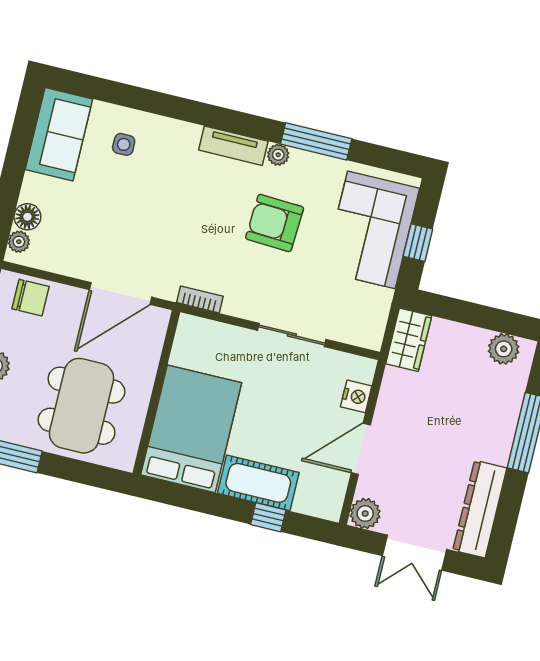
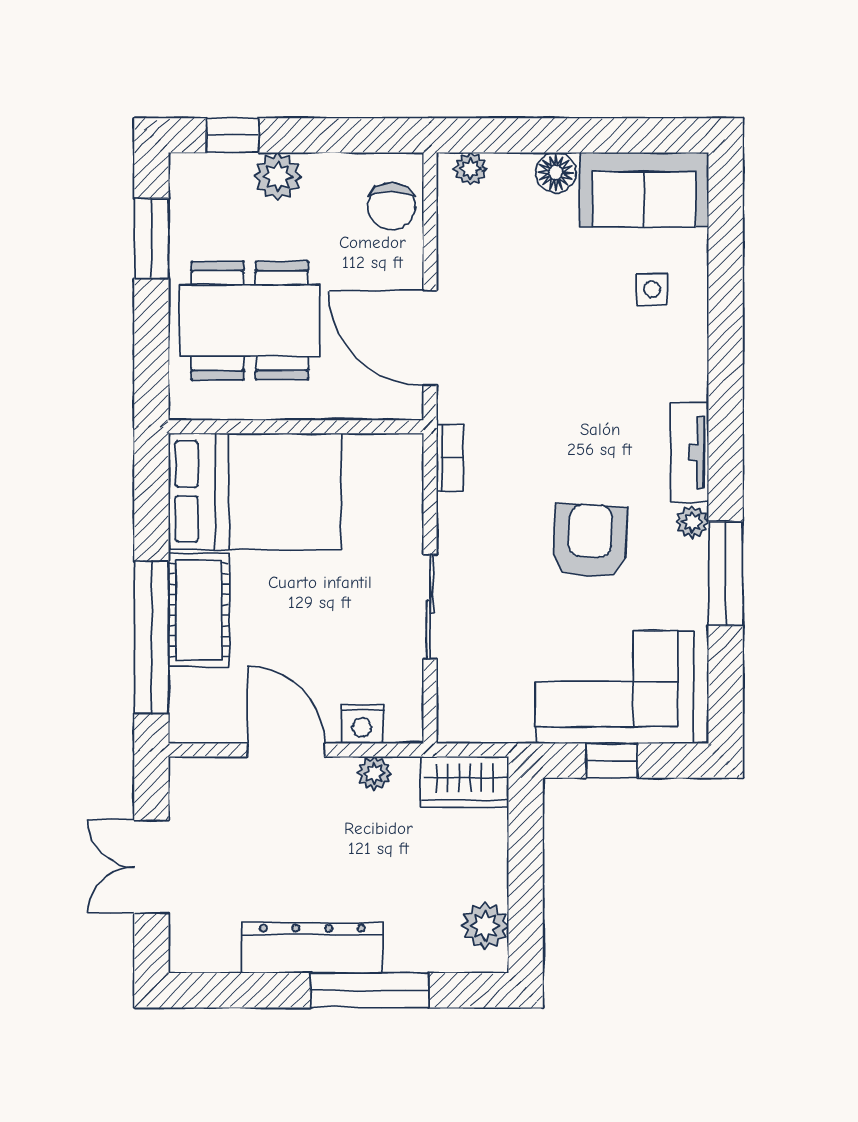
floor lamp: (27, 217) -> (556, 173), moved
dresser: (480, 509) -> (312, 948), moved
plant: (365, 514) -> (374, 773), moved, width x0.73, depth x0.73
window: (268, 517) -> (151, 637), width x3.17

